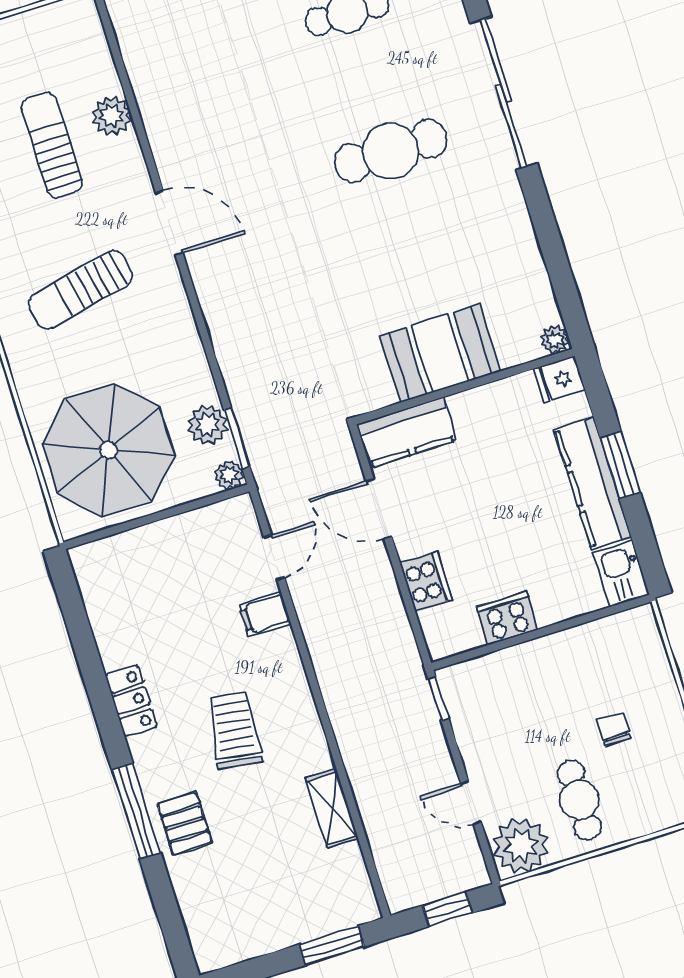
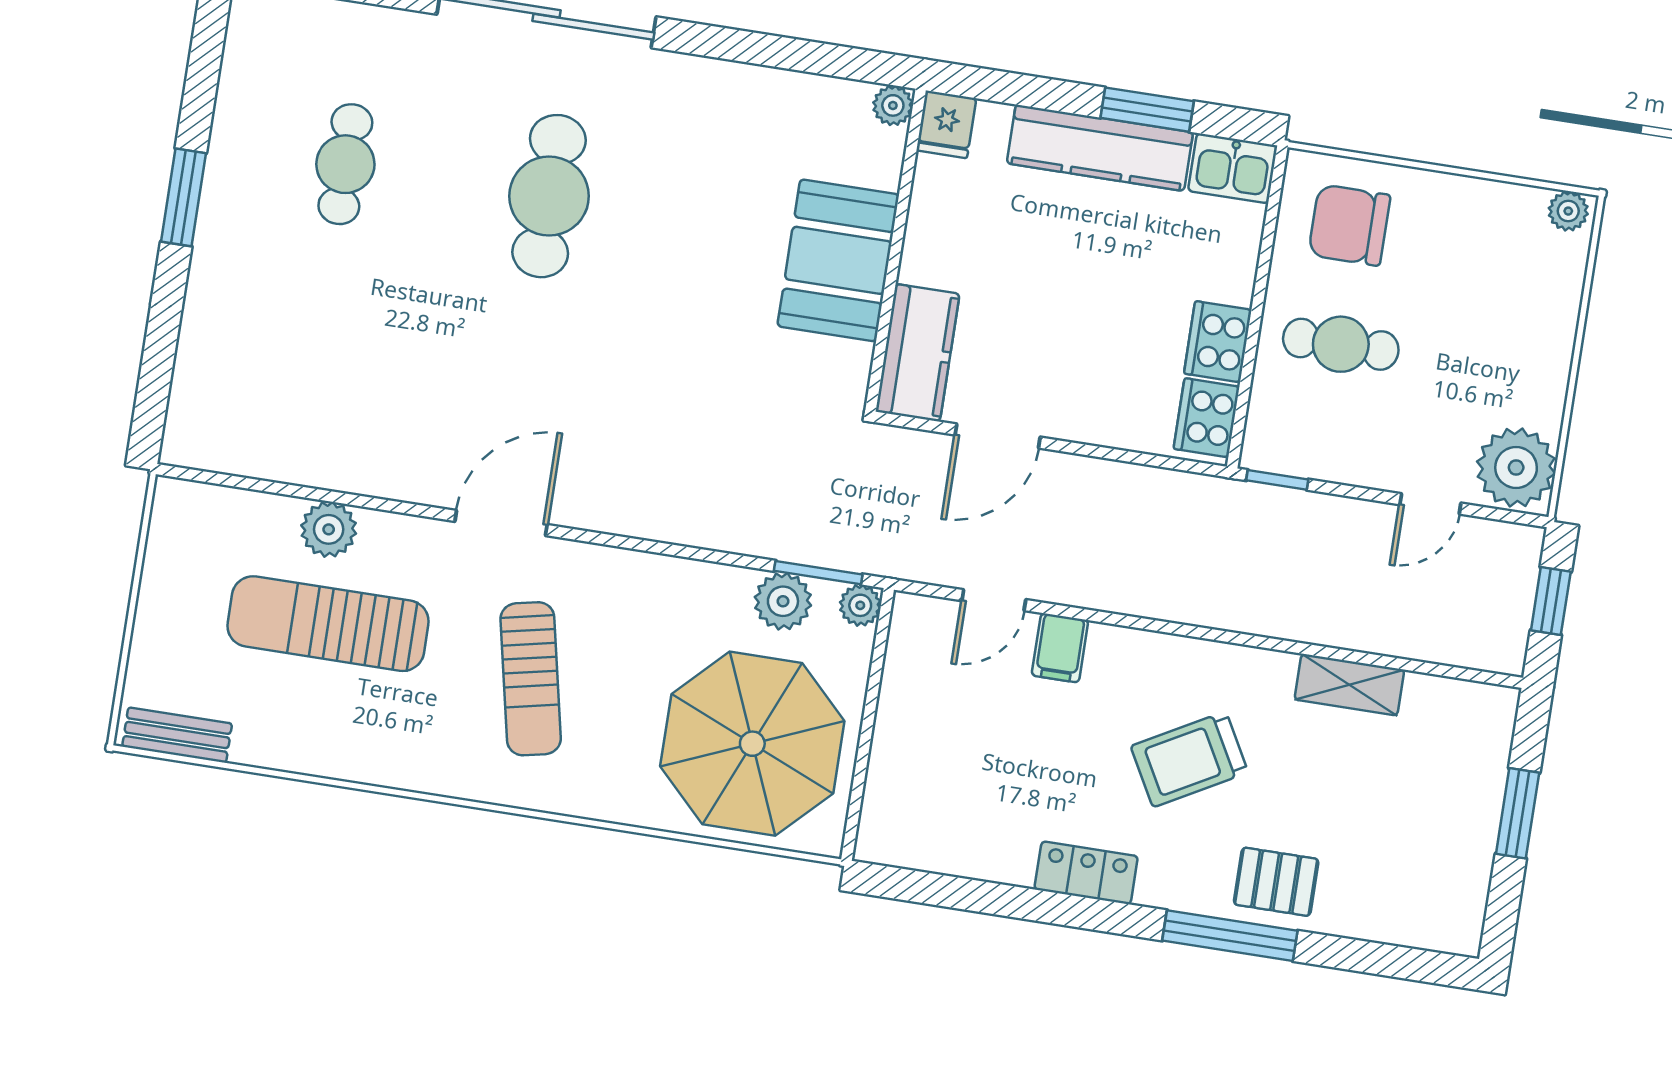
sun lounger: (52, 145) -> (328, 624), width x1.36, depth x1.34
window: (620, 465) -> (1147, 110), moved
door: (274, 558) -> (994, 600), swing flipped
cooker: (426, 582) -> (1207, 418), moved, turned -90
chair: (614, 729) -> (1349, 225), moved, width x1.87, depth x1.87
trolley: (235, 731) -> (1189, 759), turned -37
cafe table: (579, 800) -> (1341, 344), moved
window: (332, 945) -> (1518, 813), moved

